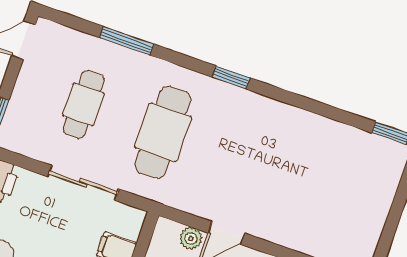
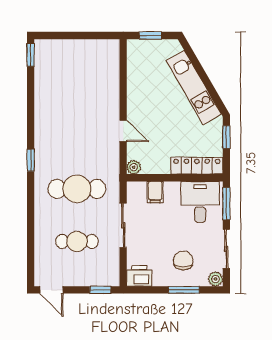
window: (127, 41) -> (31, 229), removed
plant: (191, 238) -> (134, 167), moved

